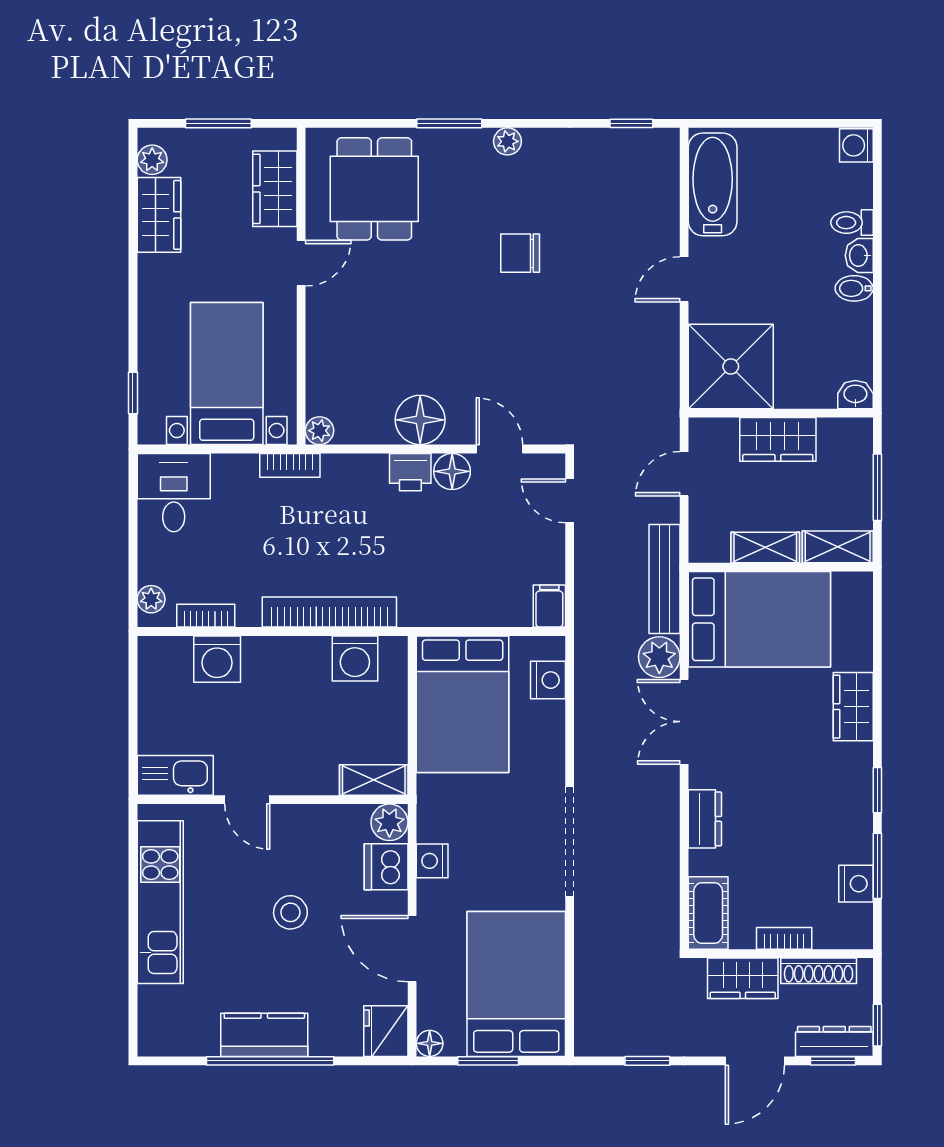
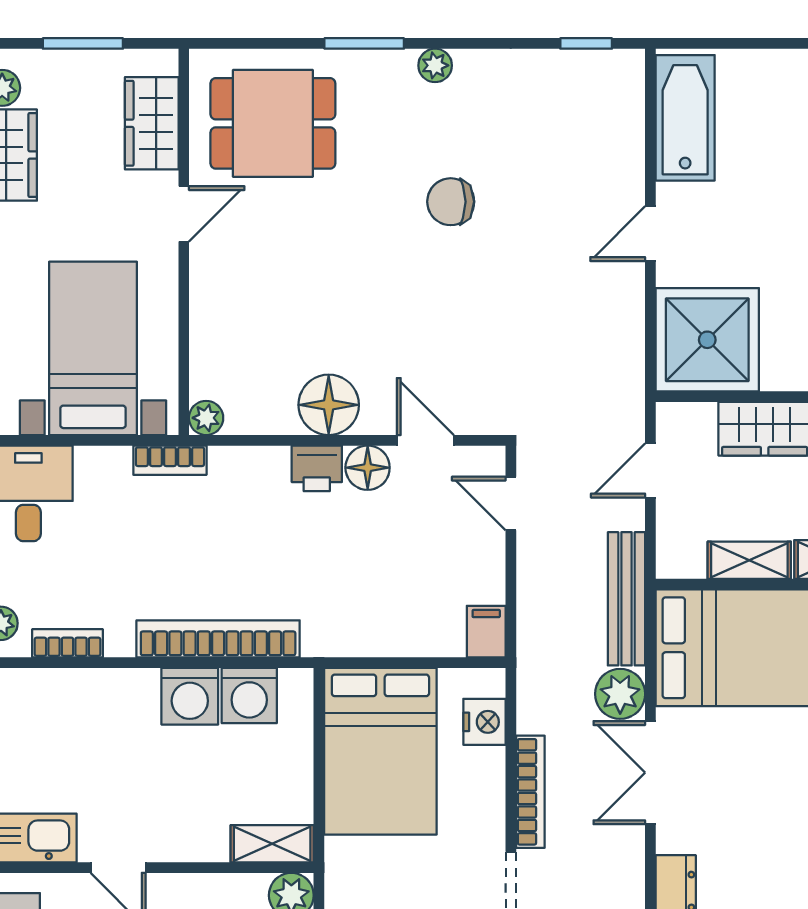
dining table: (374, 189) -> (273, 123), turned 90
washing machine: (217, 659) -> (190, 696), moved
bookcase: (586, 737) -> (530, 792), added

